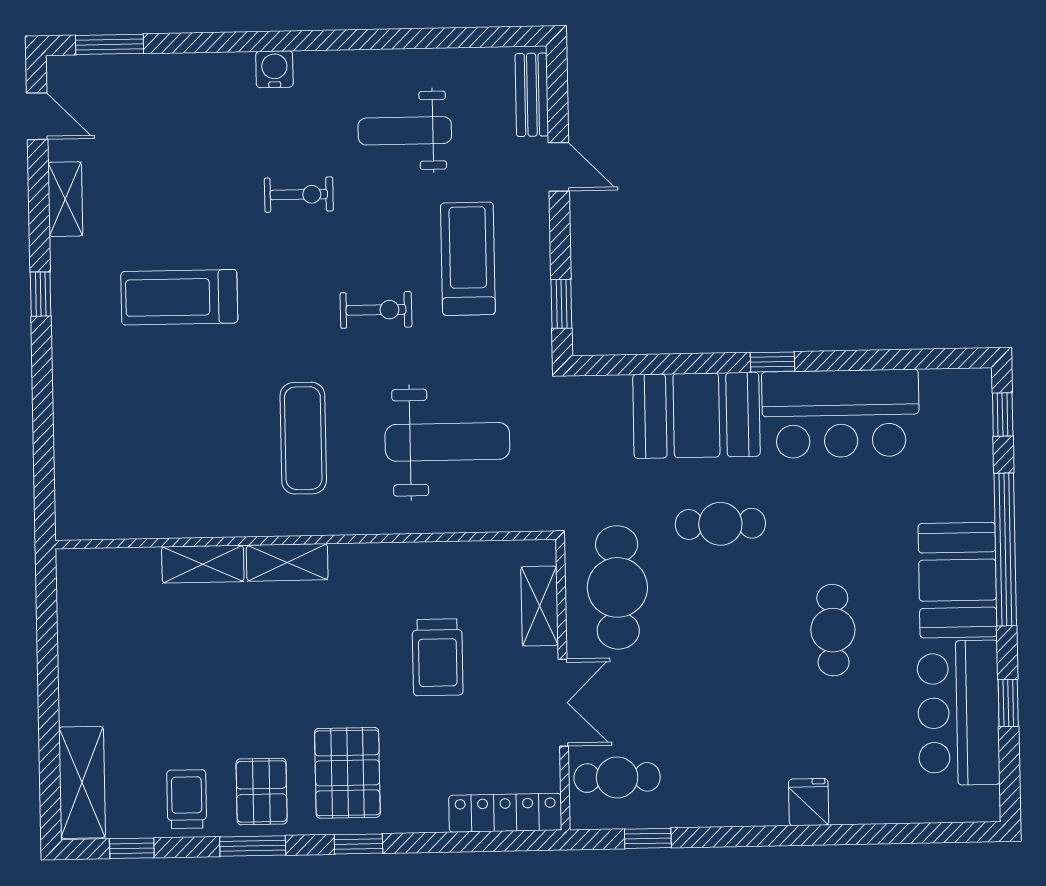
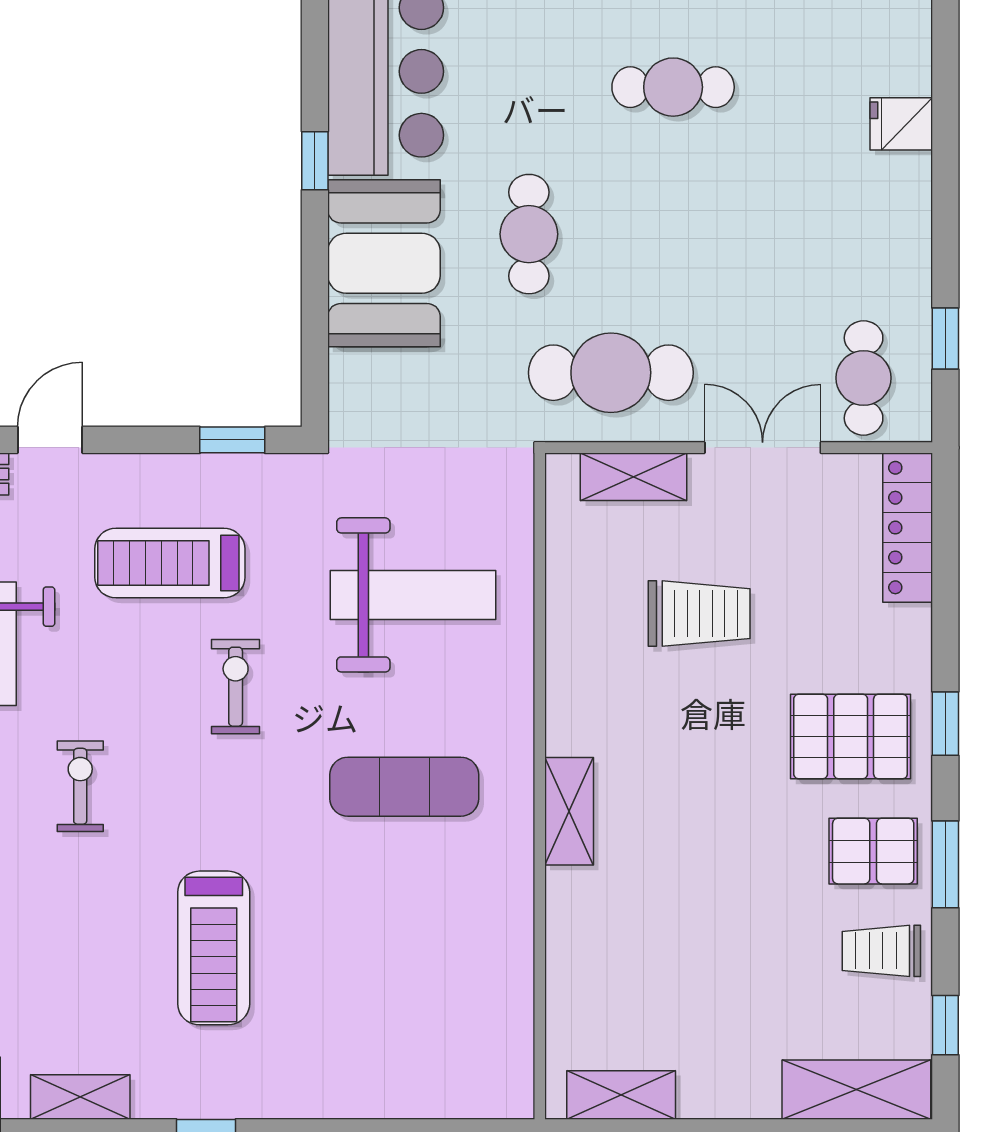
weight bench: (447, 442) -> (413, 595), turned 90
shelving: (203, 564) -> (621, 1095), moved, turned 90

